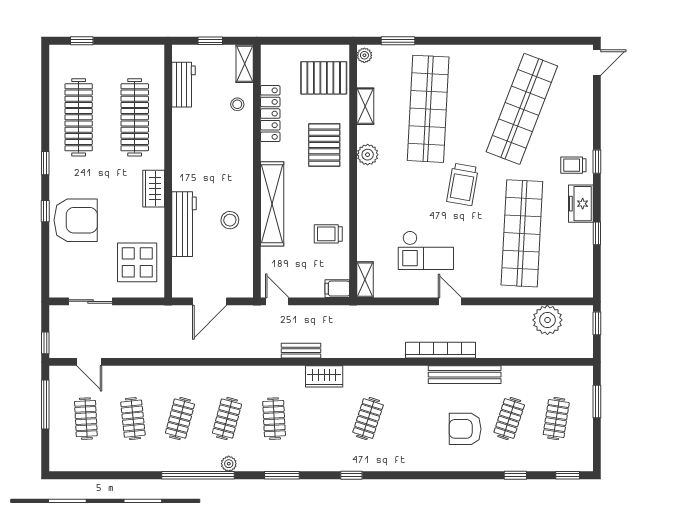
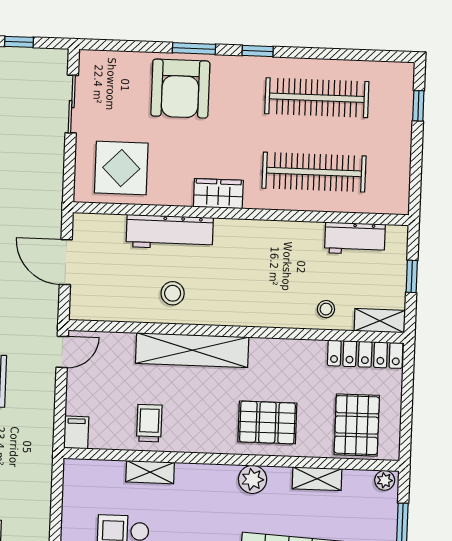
locker: (270, 114) -> (365, 354), moved
window: (45, 211) -> (194, 49), width x1.50
shelving: (365, 280) -> (150, 472), moved

